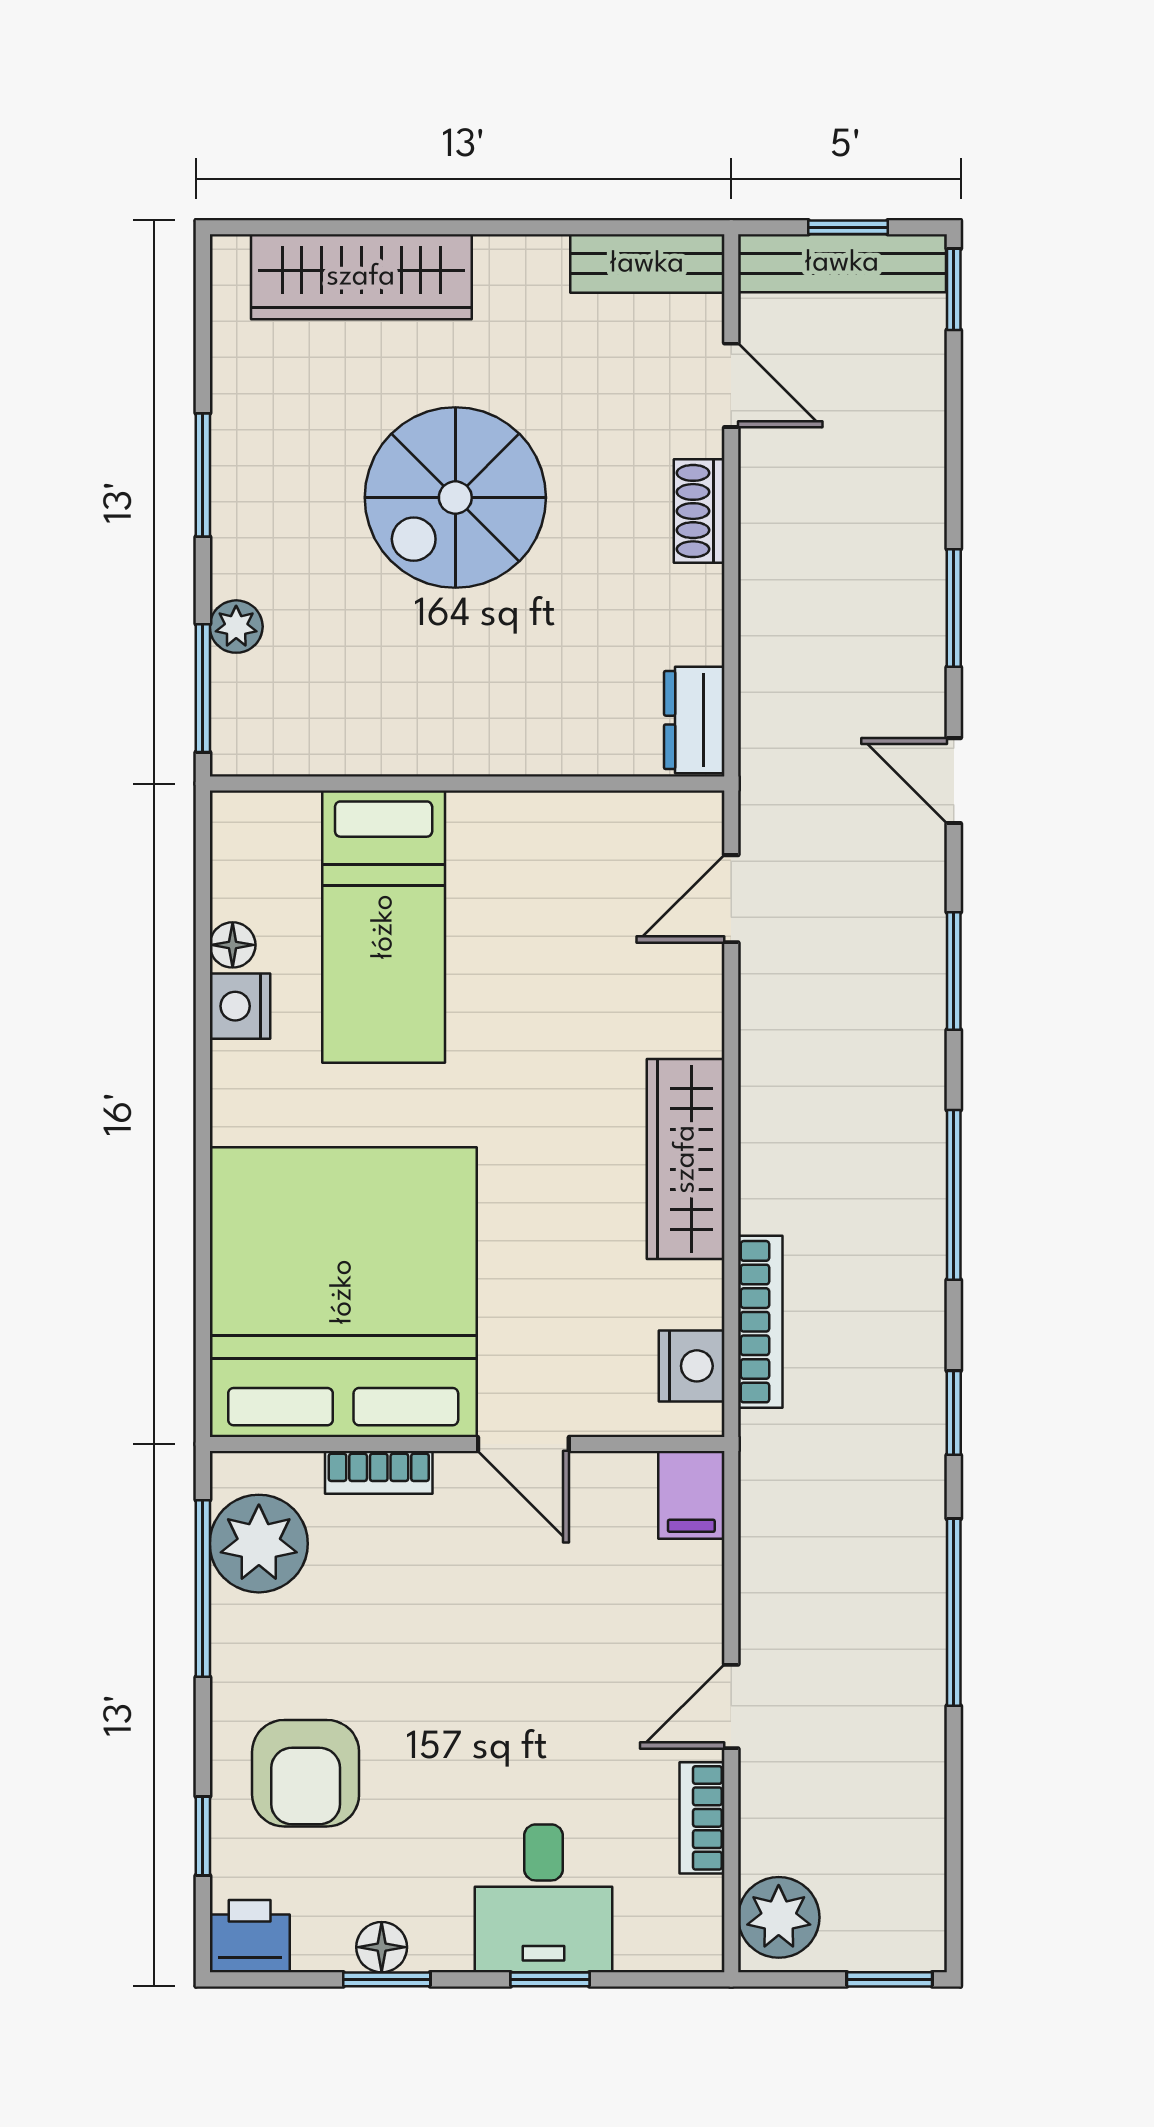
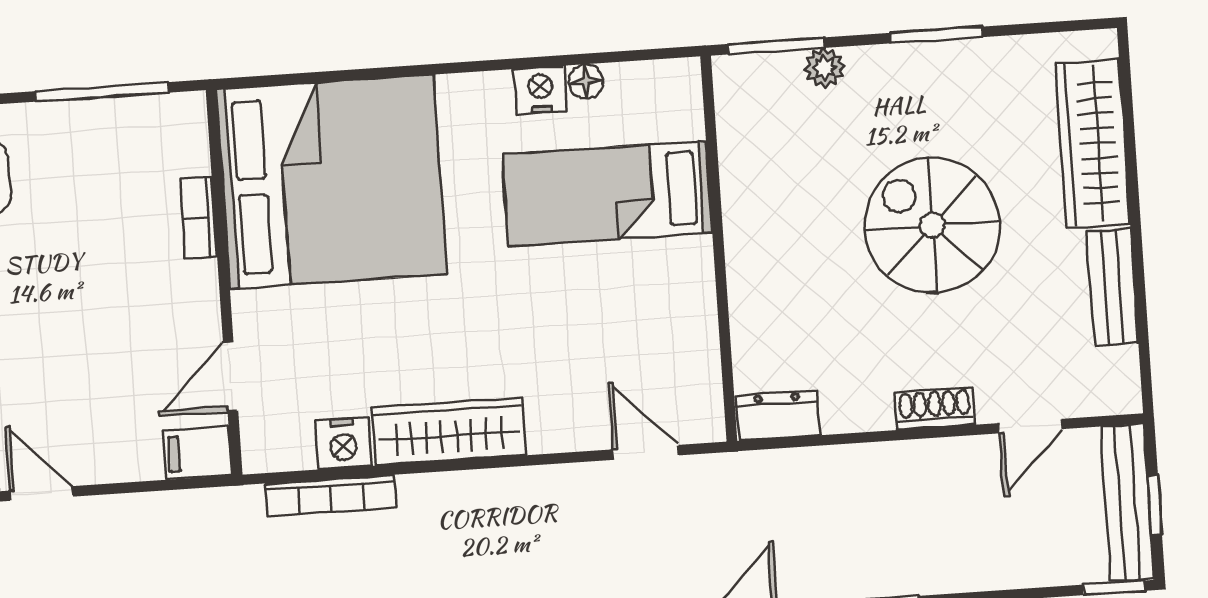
bench: (647, 264) -> (1112, 287), moved
nightstand: (692, 1366) -> (343, 443), moved
door: (523, 1444) -> (231, 377), moved
plant: (259, 1544) -> (139, 131), removed

